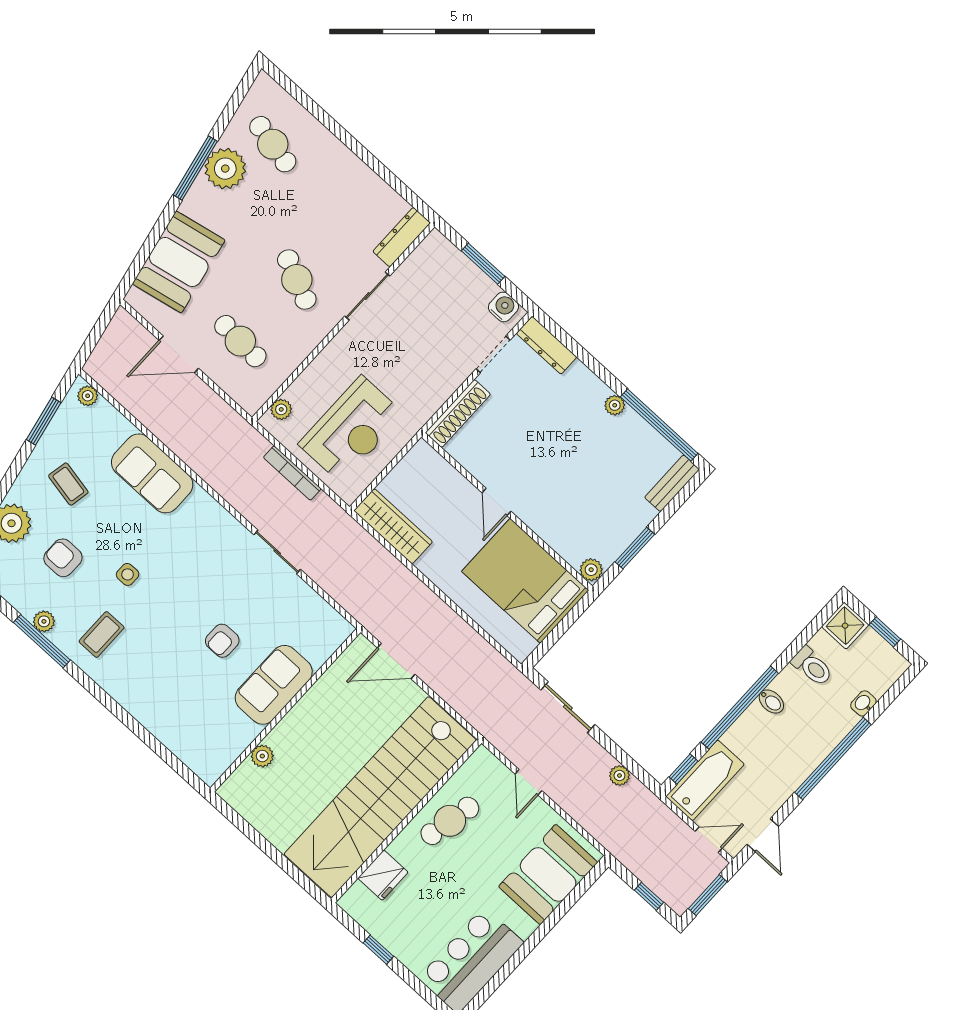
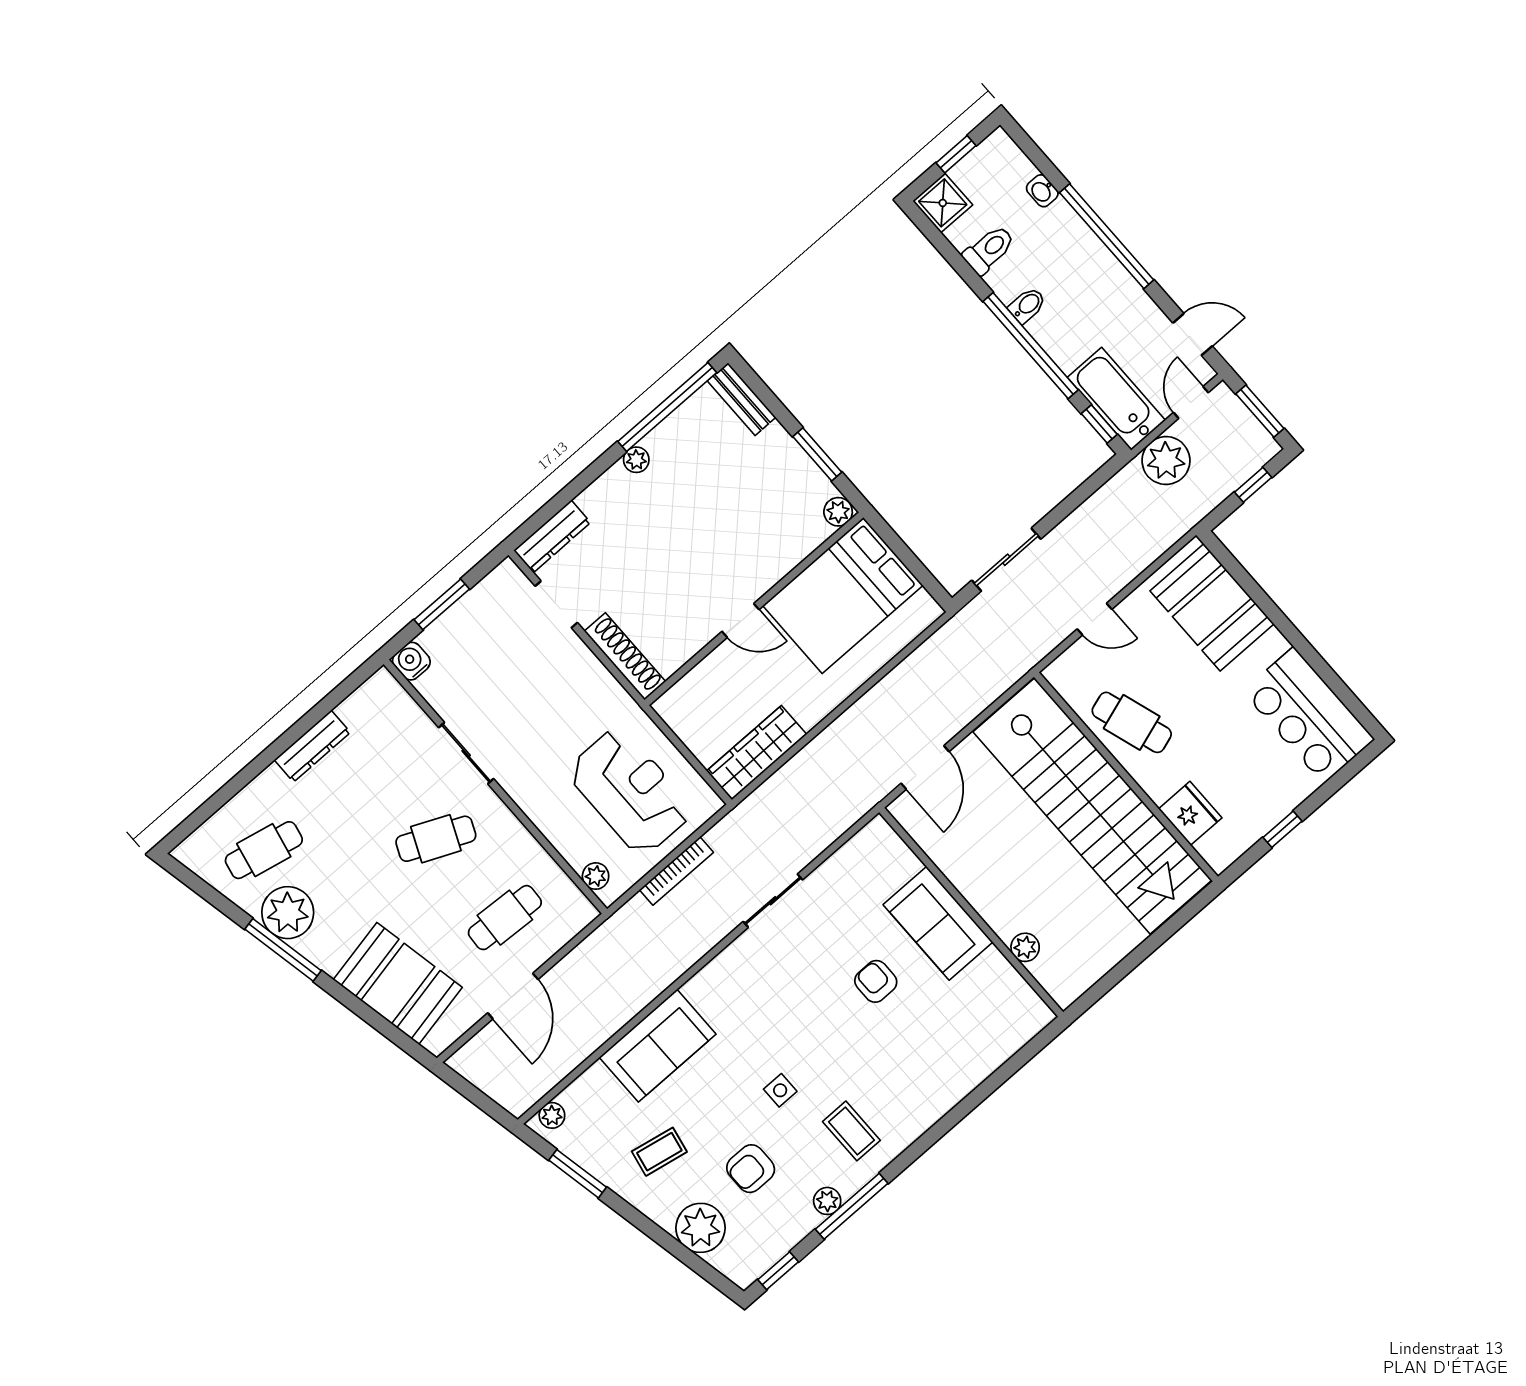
dresser: (402, 237) -> (312, 746), moved, turned -90
water cooler: (503, 307) -> (411, 661), moved
armchair: (222, 641) -> (876, 981), turned 180
plant: (619, 775) -> (1166, 461), moved, width x1.87, depth x1.87
cafe table: (450, 821) -> (1132, 722), turned -30

